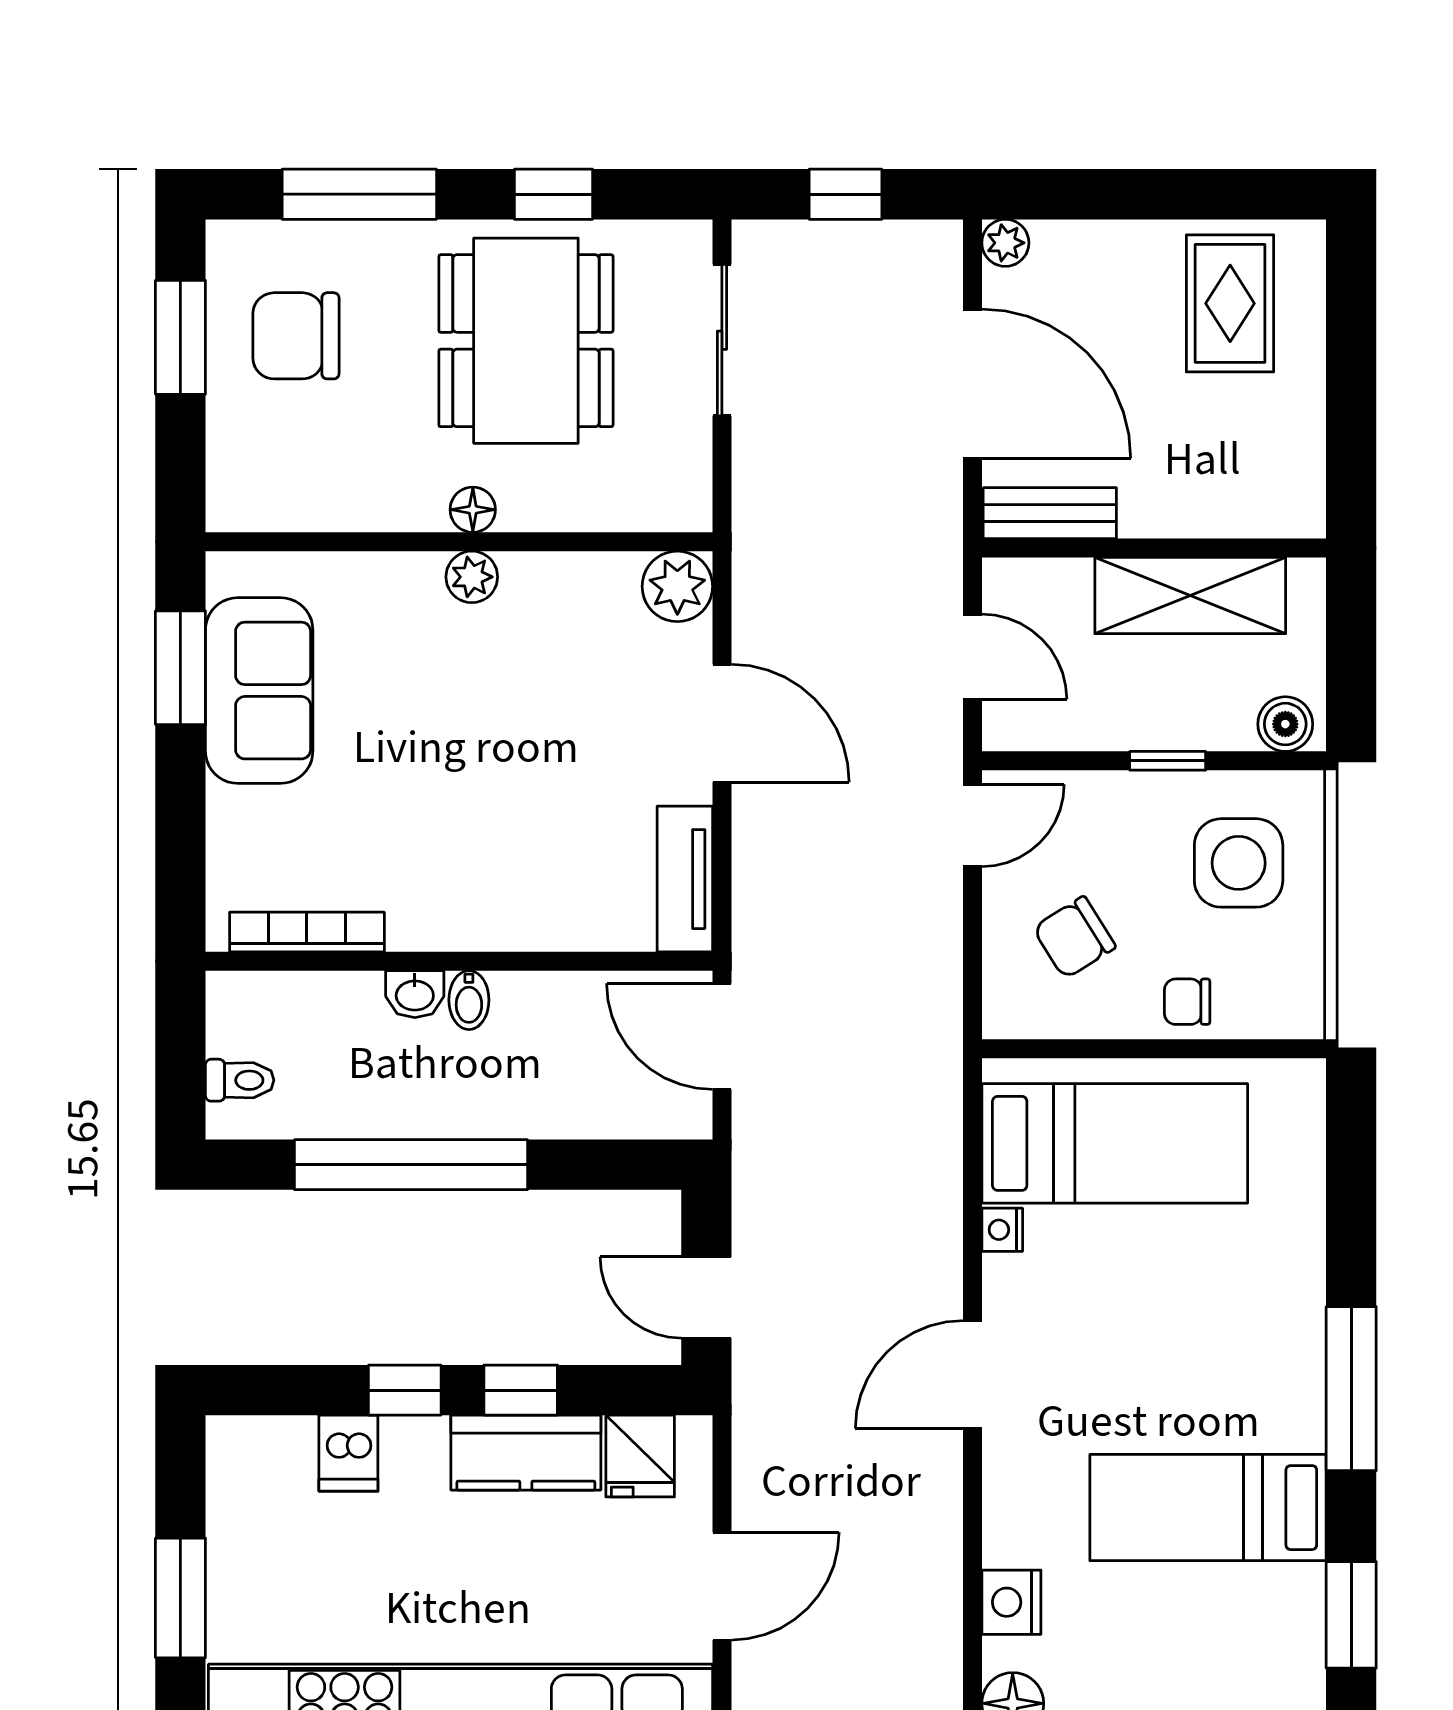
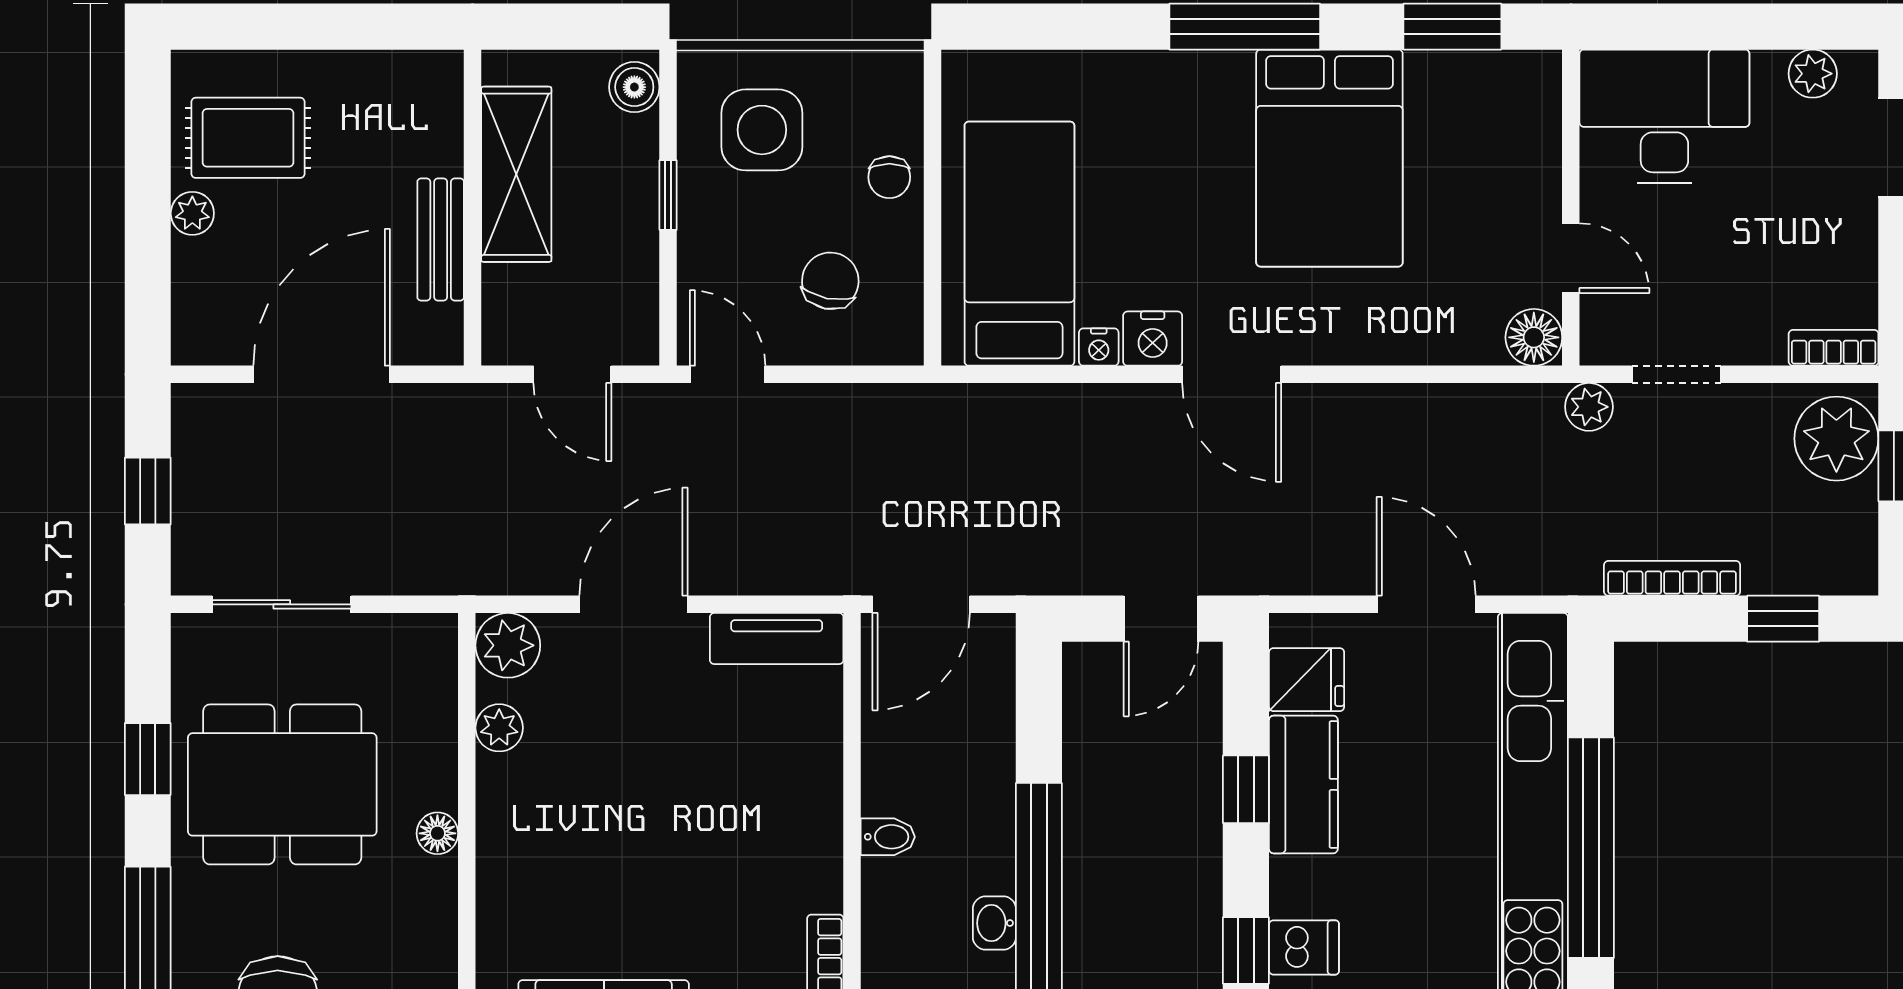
plant: (1005, 243) -> (192, 213), moved
bench: (1050, 513) -> (441, 239), moved
plant: (472, 577) -> (499, 728), moved
door: (972, 657) -> (572, 374), swing flipped
chair: (1074, 937) -> (830, 281), turned -137
washbasin: (415, 994) -> (994, 923), moved, turned 180
window: (405, 1390) -> (1246, 950), moved
bed: (1208, 1508) -> (1329, 158), width x1.50
nightstand: (1011, 1602) -> (1153, 339), moved

